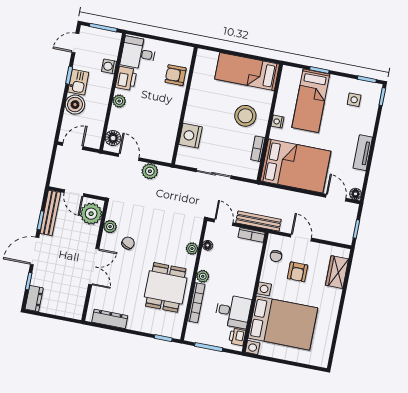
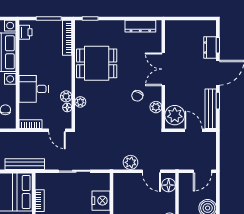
bench: (258, 221) -> (25, 164), moved
plant: (203, 276) -> (66, 96), moved
dining table: (166, 287) -> (97, 63), turned 90
dresser: (34, 298) -> (210, 48), moved
bookcase: (196, 303) -> (67, 38), moved
desk: (233, 311) -> (34, 89), moved

